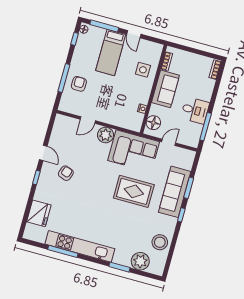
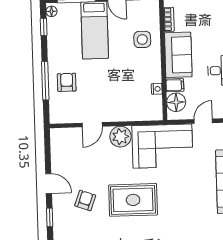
filing cabinet: (156, 110) -> (175, 85), added
rug: (134, 191) -> (133, 200), moved

